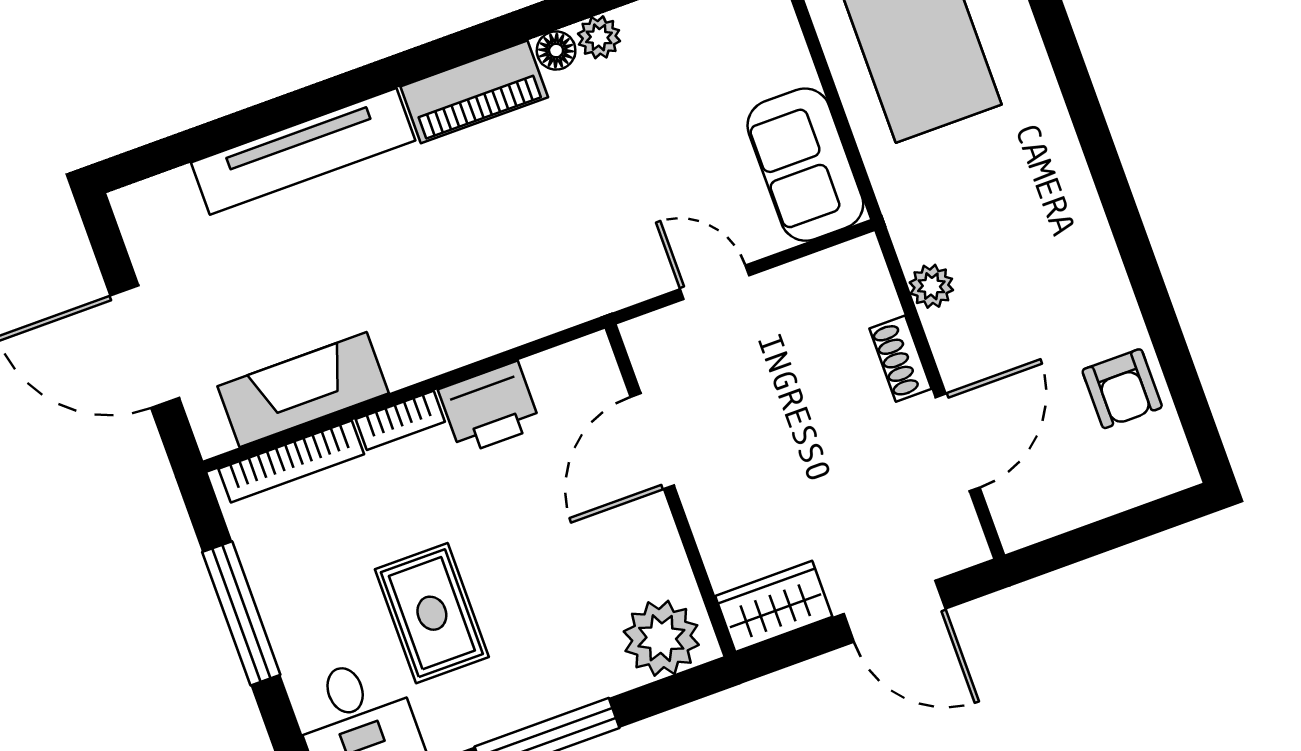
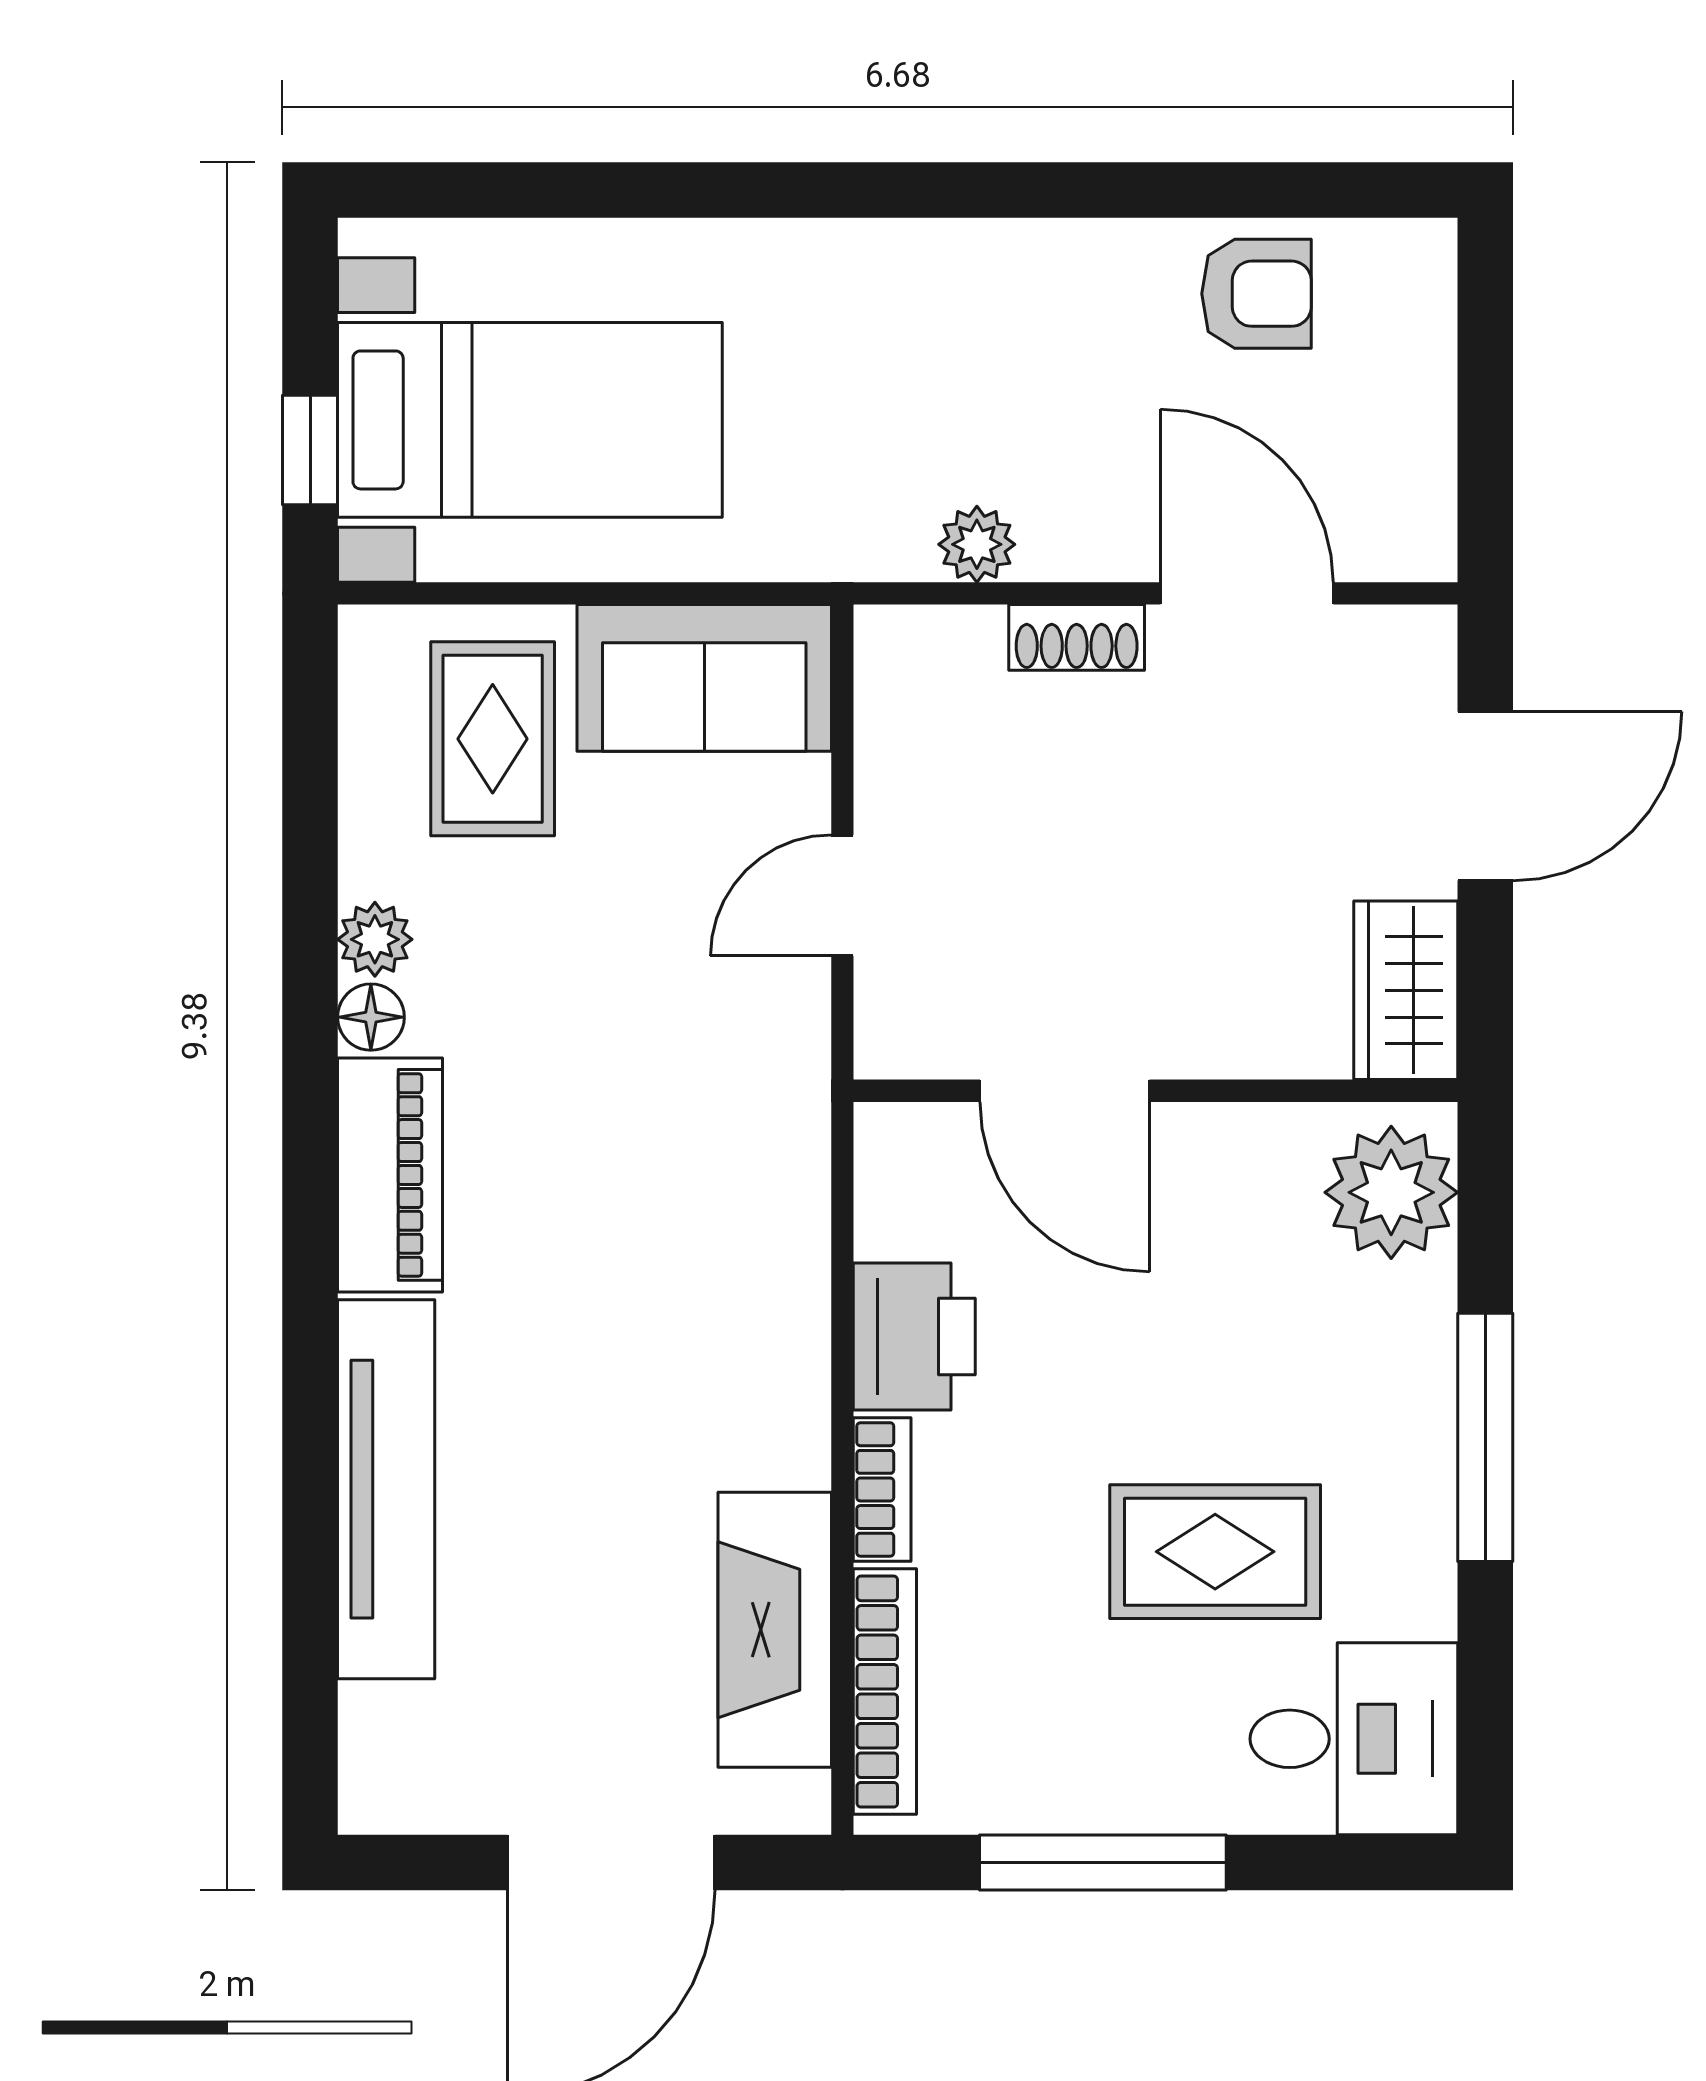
rug: (731, 62) -> (493, 739), added

